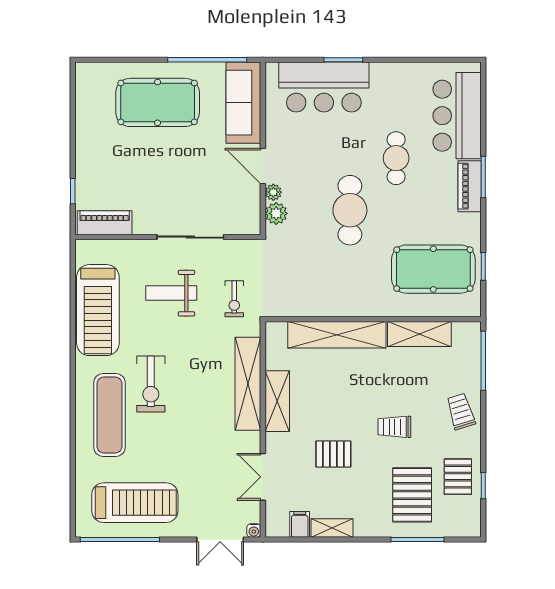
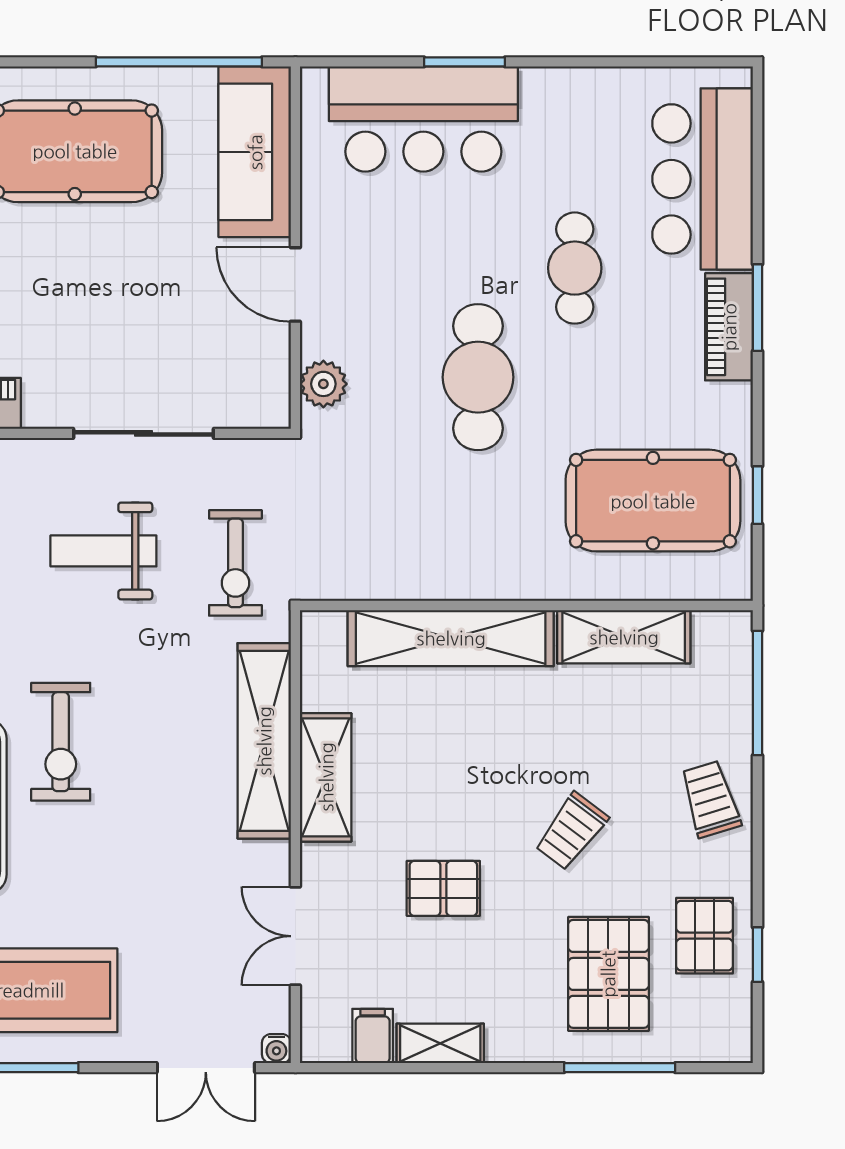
plant: (273, 192) -> (317, 339), removed
exercise bike: (234, 299) -> (235, 563), width x1.38, depth x1.39
trolley: (394, 427) -> (571, 831), turned -53

